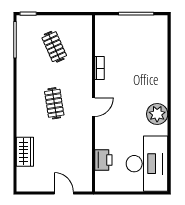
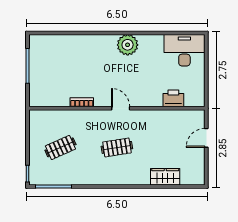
desk: (147, 164) -> (184, 50), width x0.73, depth x0.77

